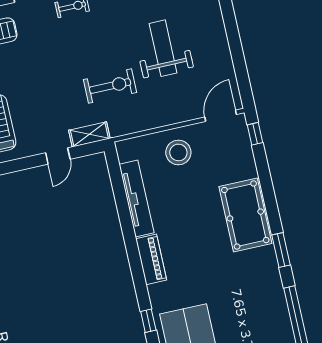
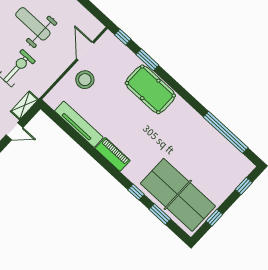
door: (221, 116) -> (85, 51), moved
door: (58, 156) -> (15, 131), hinge flipped
window: (281, 250) -> (147, 60), moved

